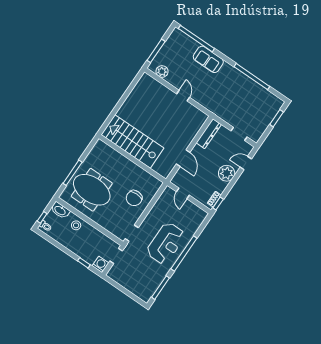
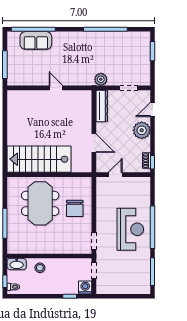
sofa: (208, 59) -> (36, 40), moved
plant: (162, 71) -> (101, 79), moved
meeting table: (92, 190) -> (40, 203), moved, turned 90
door: (183, 193) -> (115, 175), swing flipped

